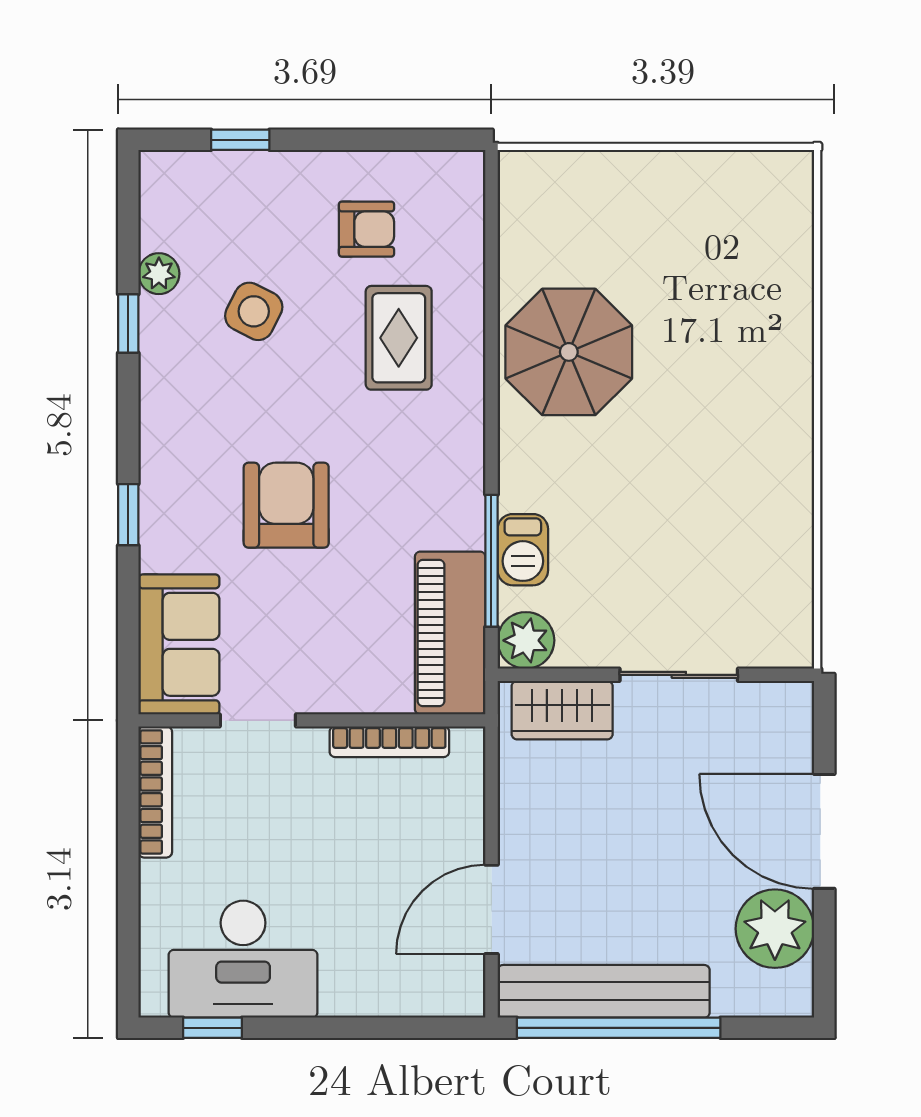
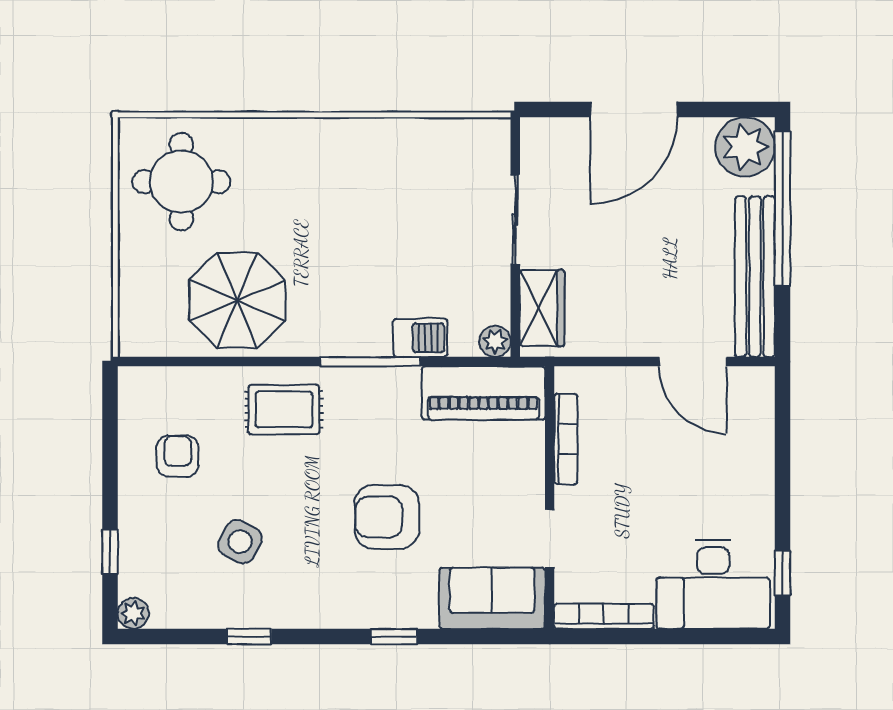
round table: (729, 234) -> (181, 182), added
plant: (159, 274) -> (133, 613), moved
rug: (399, 338) -> (284, 410), moved
parasol: (569, 352) -> (237, 300), moved
window: (491, 561) -> (370, 362), moved
plant: (526, 640) -> (495, 341), width x0.73, depth x0.73
plant: (775, 929) -> (745, 147), moved
desk: (243, 959) -> (713, 585), moved, turned 90
window: (619, 1028) -> (783, 208), moved

